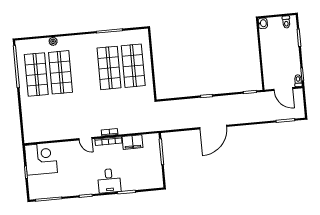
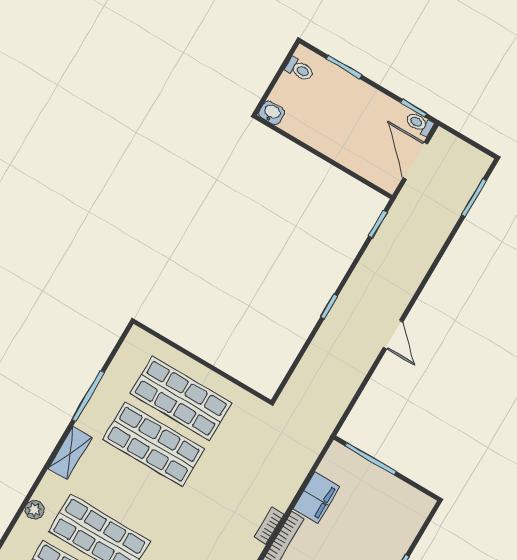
shelving: (83, 39) -> (70, 453), added
door: (283, 89) -> (415, 161), swing flipped
door: (213, 127) -> (393, 335), width x0.53

